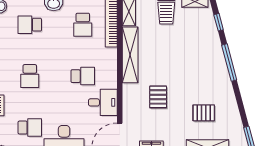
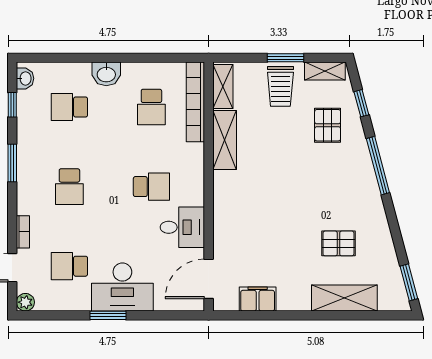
shelving: (130, 55) -> (225, 140), width x0.68
pallet: (158, 97) -> (328, 125), moved
school desk: (30, 128) -> (69, 266), turned 180

